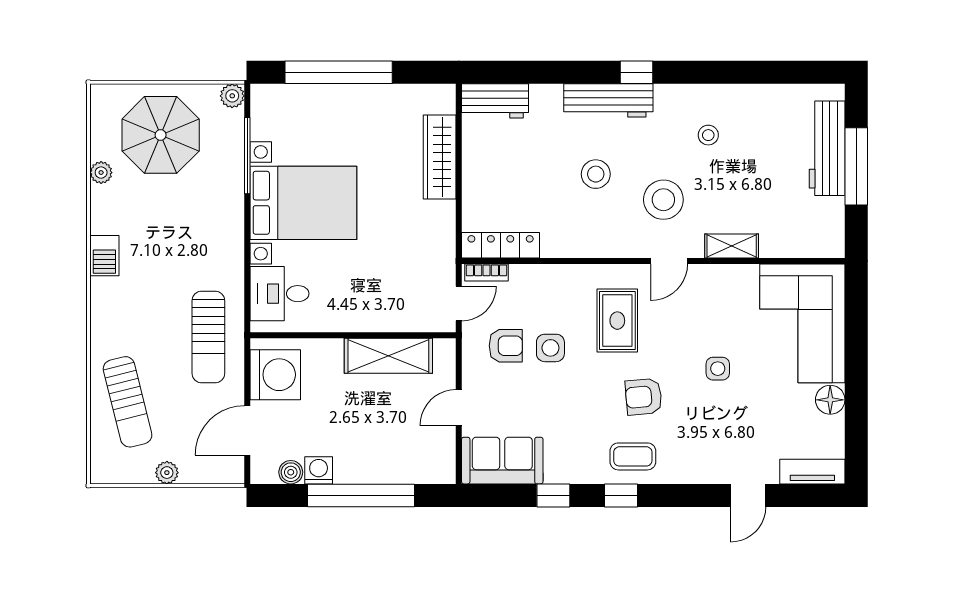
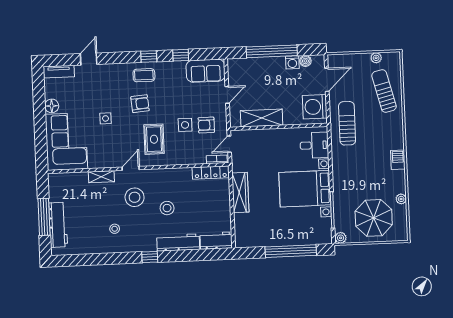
workbench: (608, 100) -> (178, 242), moved
wardrobe: (440, 157) -> (240, 193), moved
plant: (167, 473) -> (376, 58), moved

